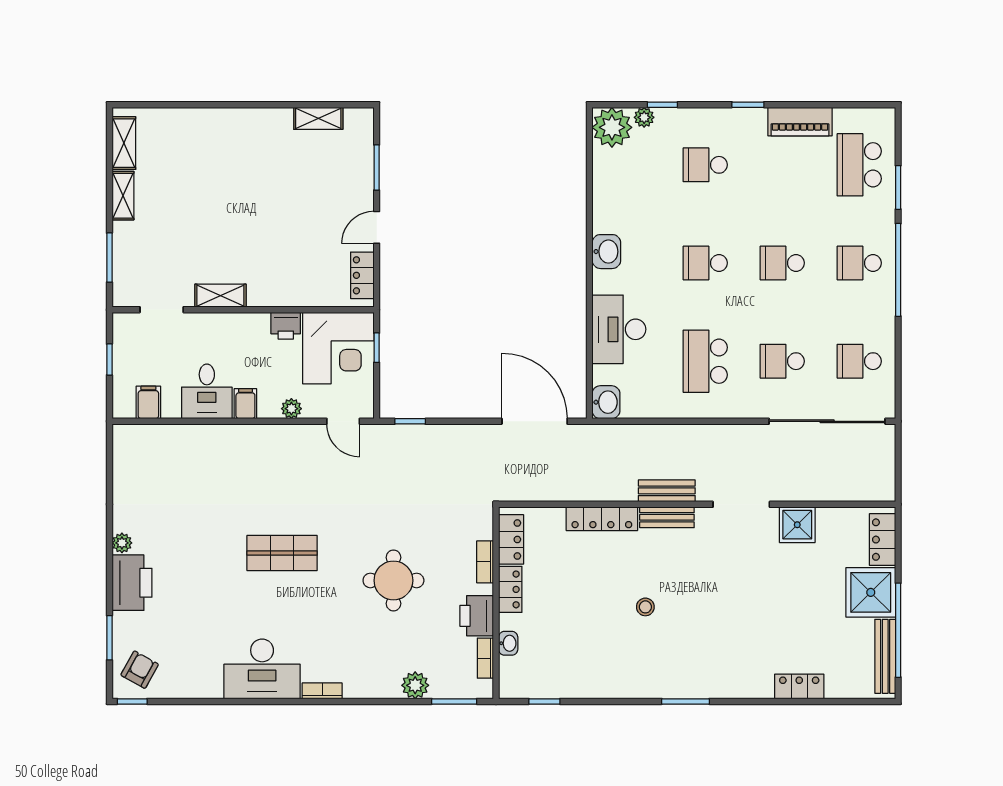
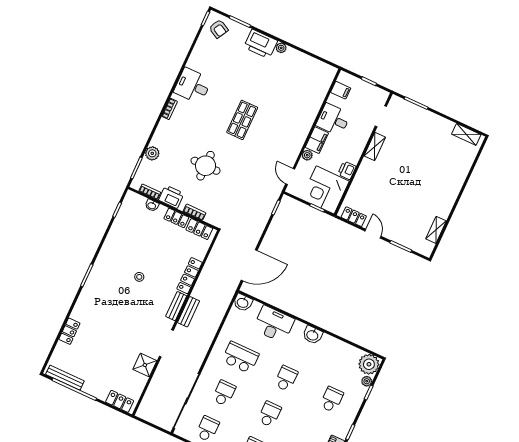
shelving: (123, 196) -> (442, 123), removed
filing cabinet: (245, 404) -> (317, 140), width x2.00
door: (343, 421) -> (290, 176), hinge flipped
shower: (871, 592) -> (98, 385), removed
desk: (262, 669) -> (193, 86), width x0.73

